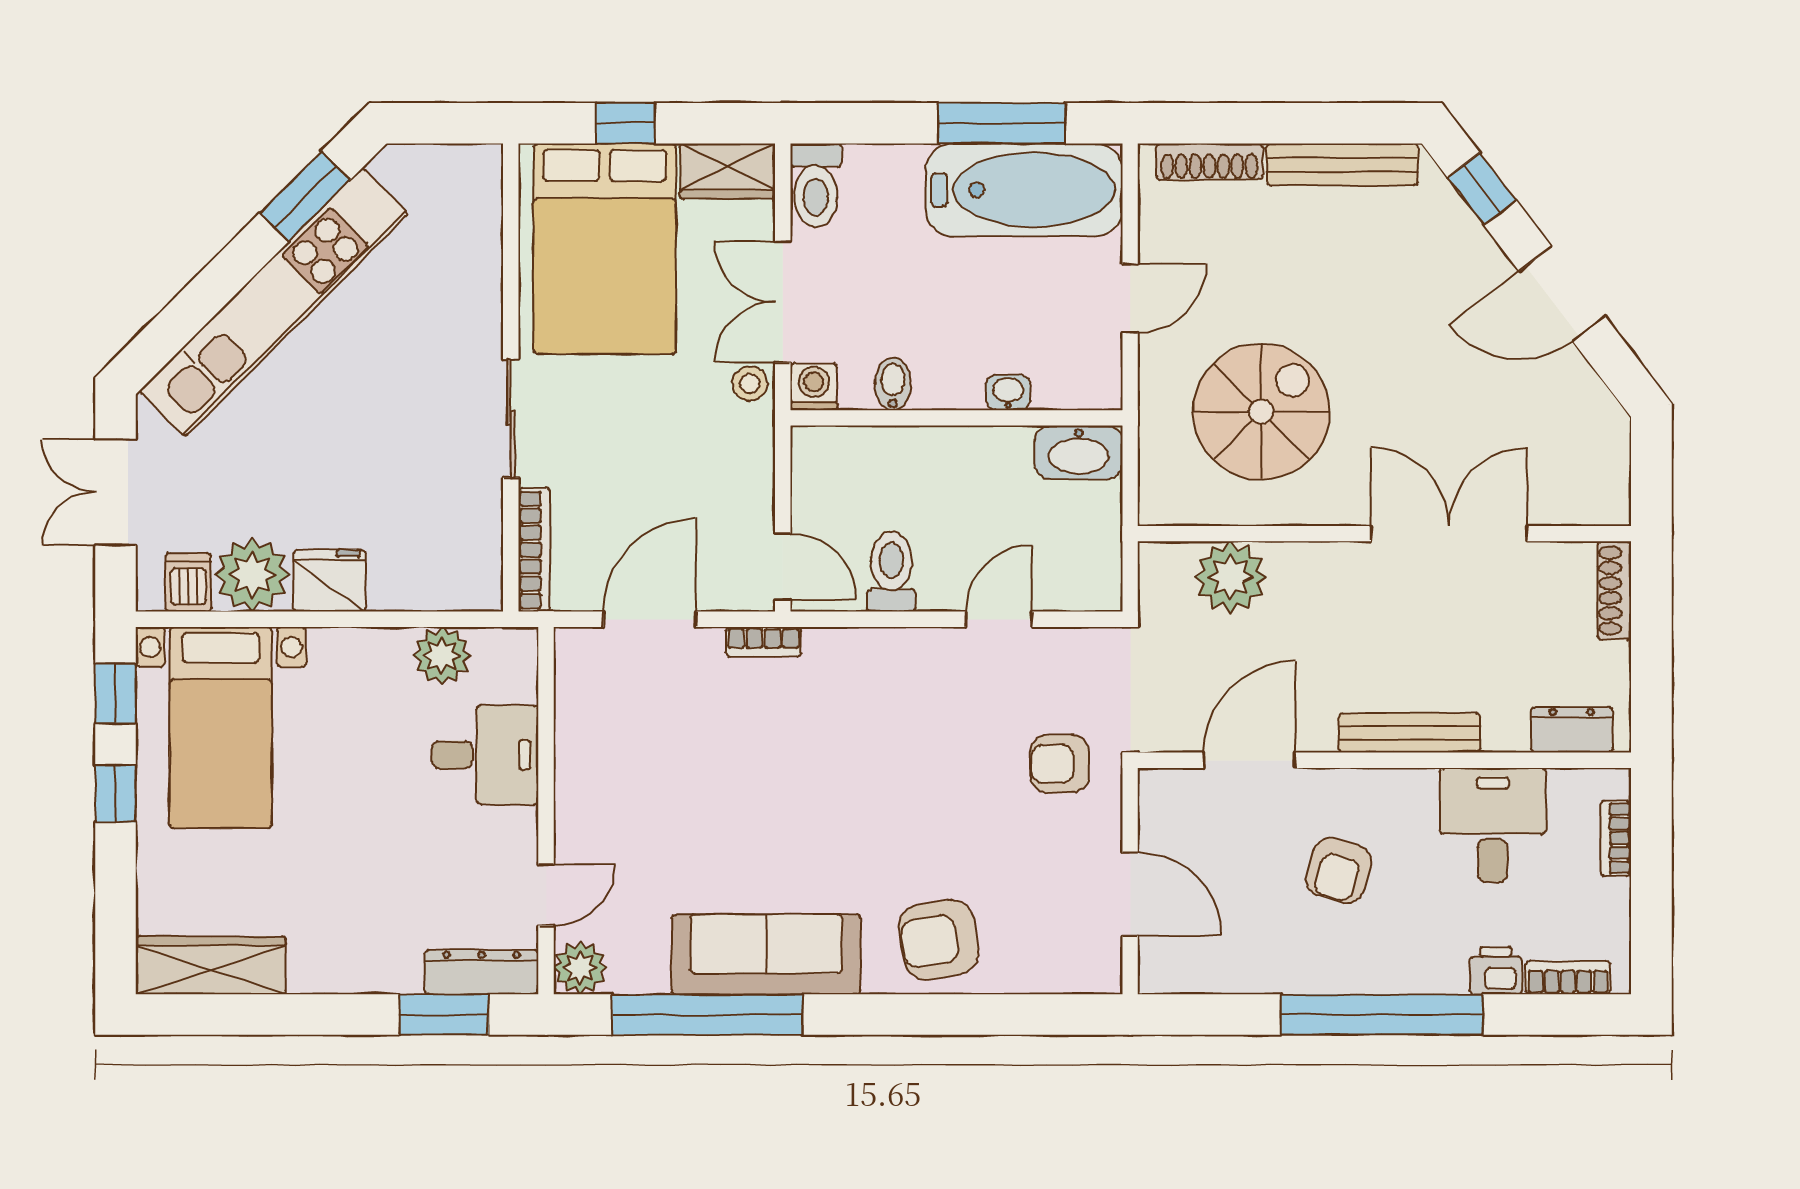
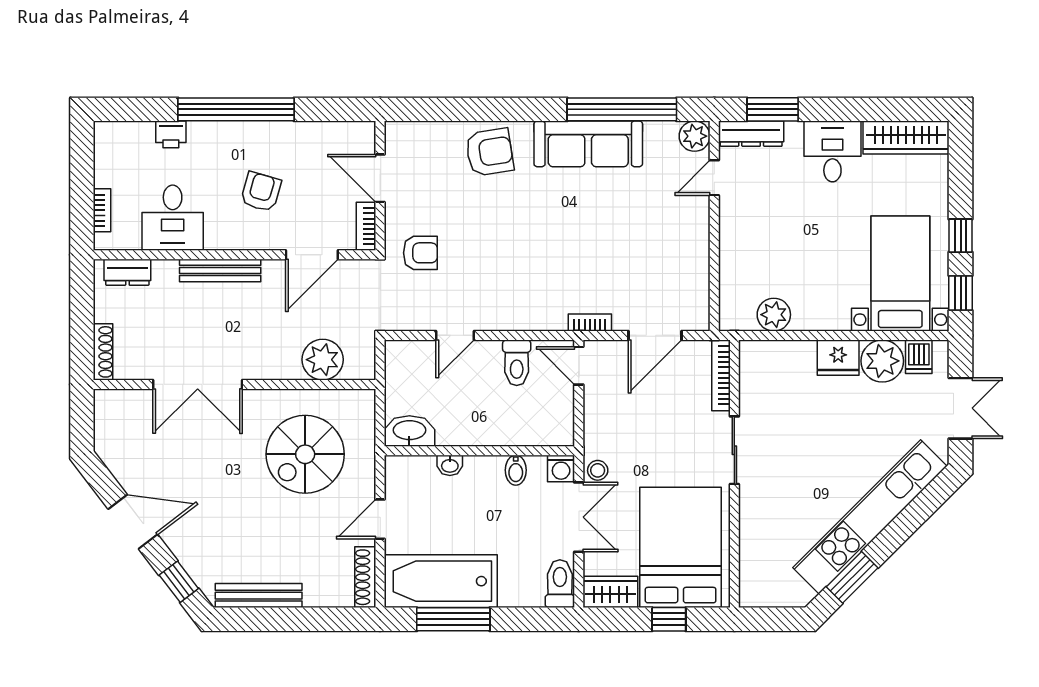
shoe rack: (1209, 162) -> (365, 577), moved, turned -90
desk: (485, 755) -> (832, 151), moved, turned 90
bookcase: (1568, 978) -> (366, 226), moved, turned 90

